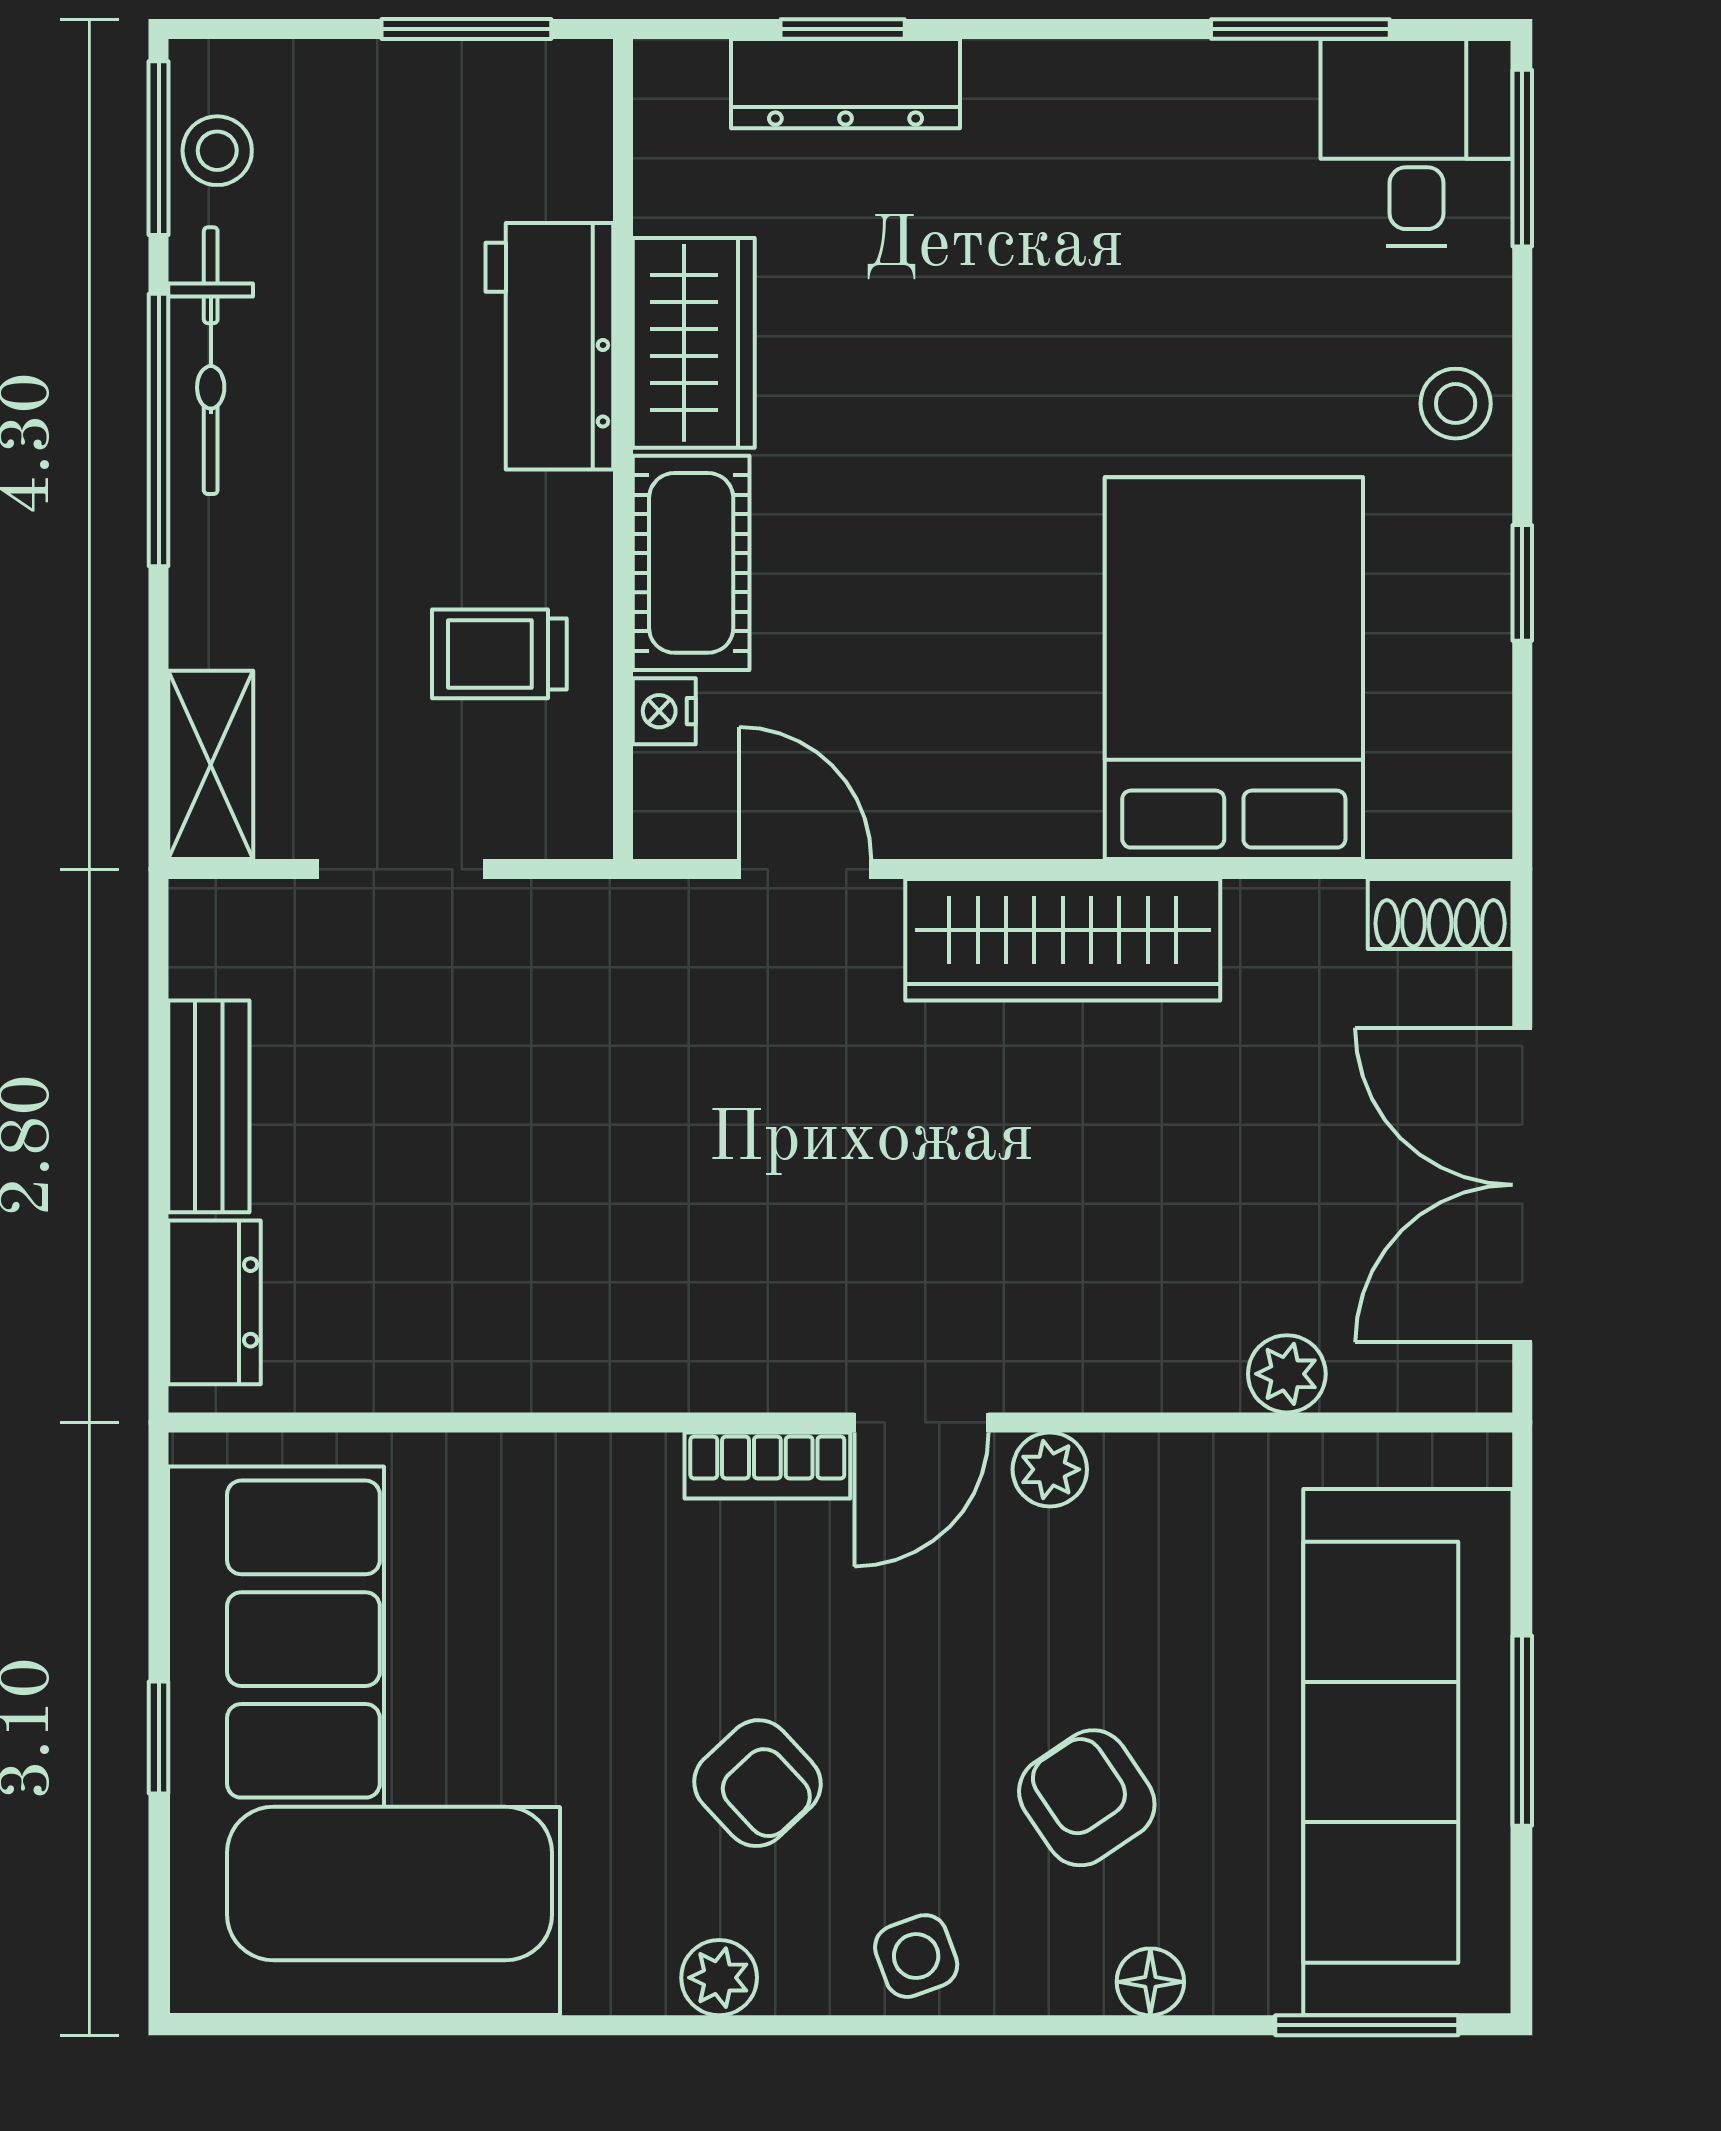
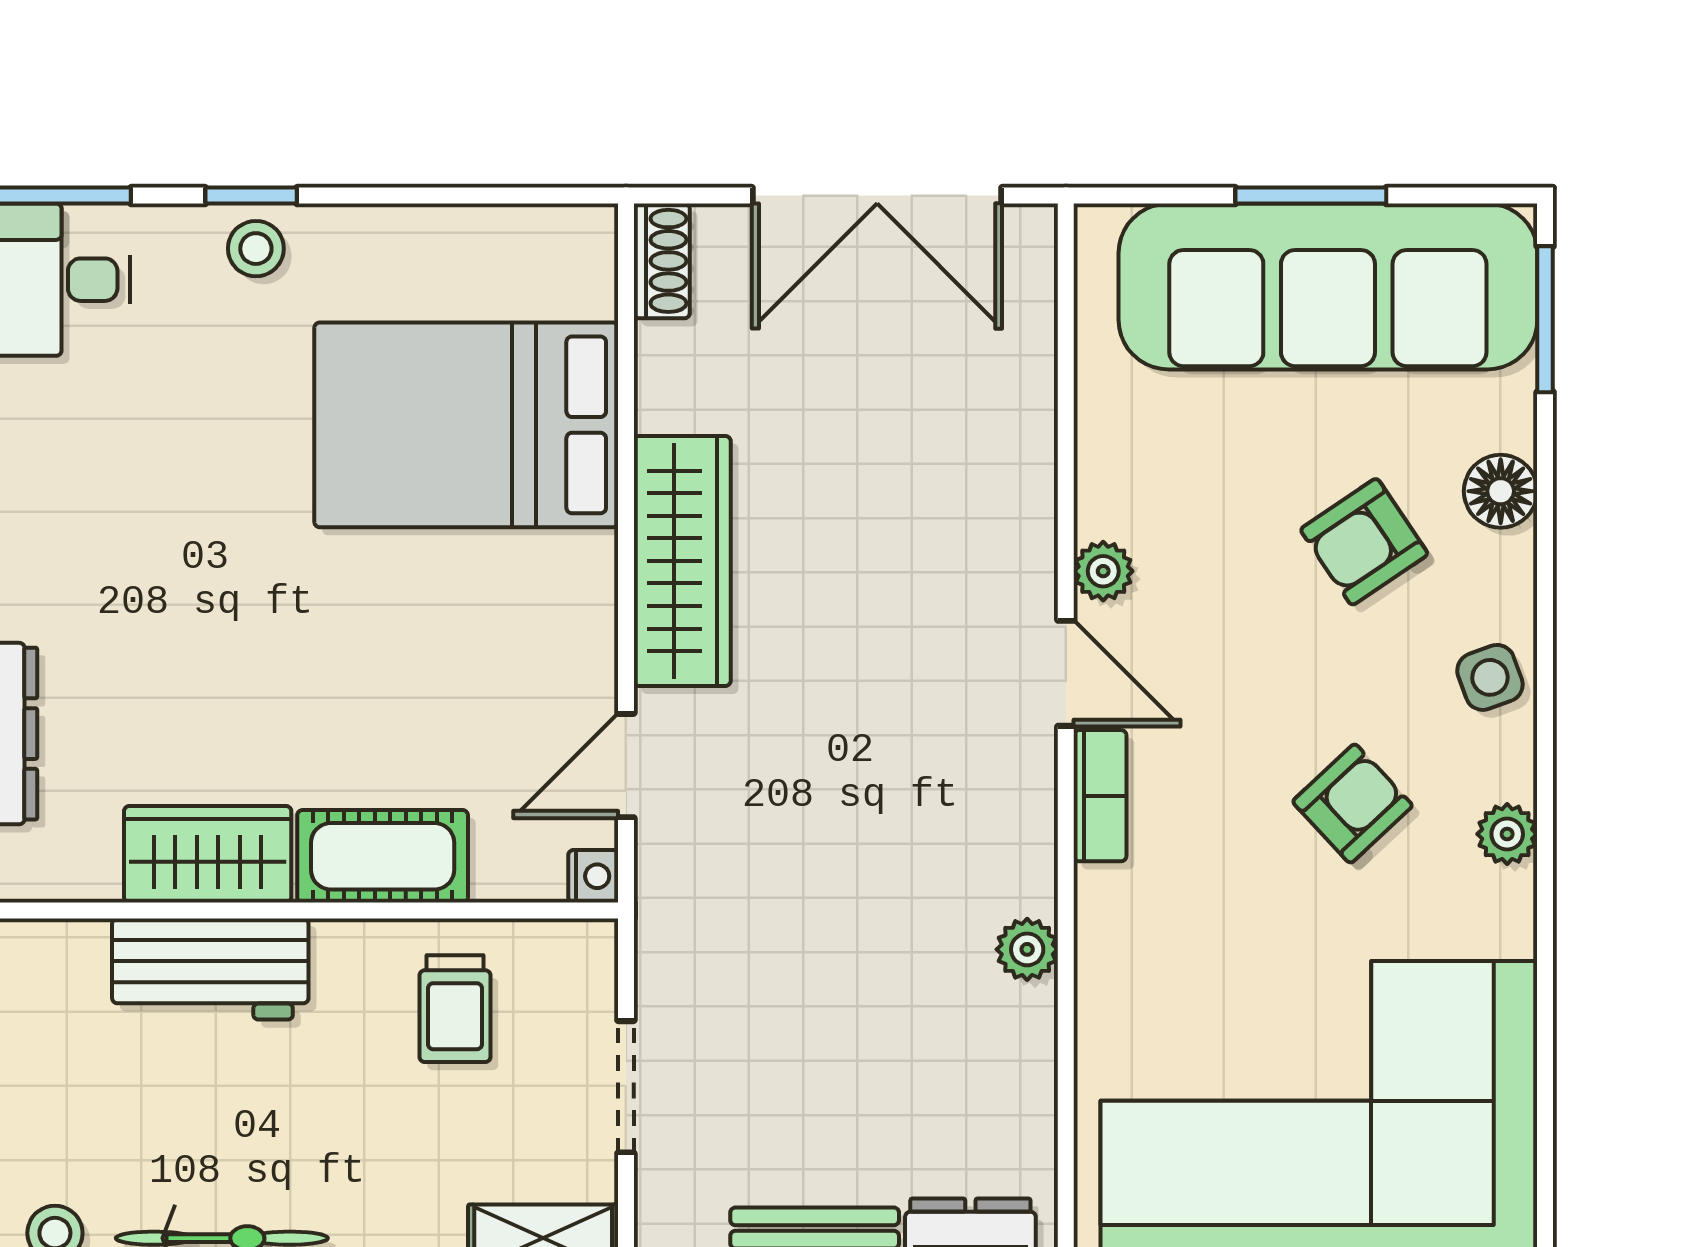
window: (1522, 583) -> (251, 196), moved
nightstand: (664, 711) -> (593, 876), moved, turned -90
plant: (1287, 1374) -> (1027, 949), moved
floor lamp: (1150, 1982) -> (1501, 491), width x1.37, depth x1.37

